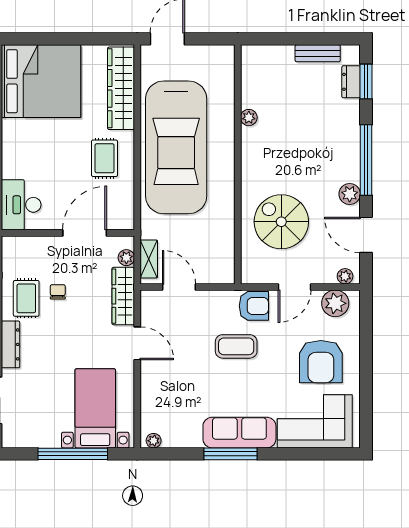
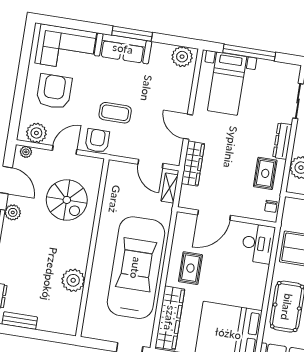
plant: (249, 118) -> (73, 280), width x1.88, depth x1.88
plant: (126, 258) -> (186, 192), removed
chair: (58, 292) -> (271, 206), moved
armchair: (254, 306) -> (97, 141), turned 90
plant: (154, 441) -> (182, 57), width x1.88, depth x1.88

